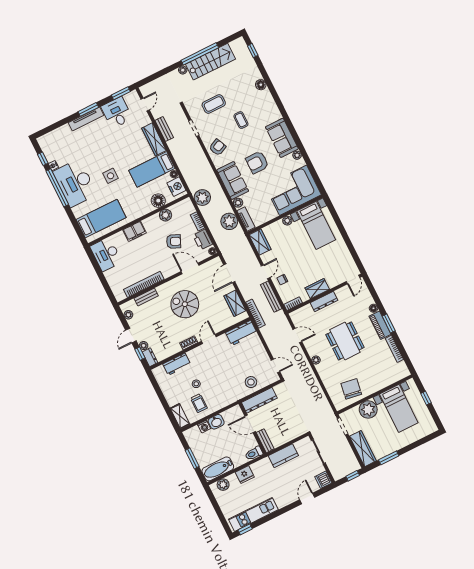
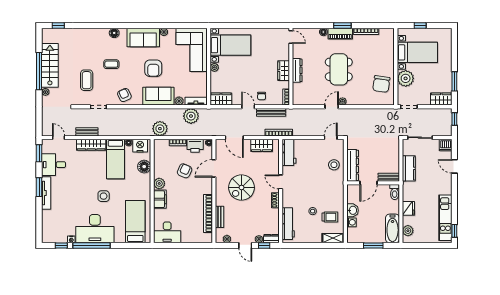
floor lamp: (261, 85) -> (114, 33), moved
plant: (166, 215) -> (159, 183), moved
door: (297, 336) -> (332, 107), moved
dining table: (345, 341) -> (339, 69), turned 90
workbench: (177, 364) -> (288, 224), width x1.38
chair: (351, 389) -> (381, 84), turned -91
wardrobe: (363, 449) -> (441, 99), width x0.67

